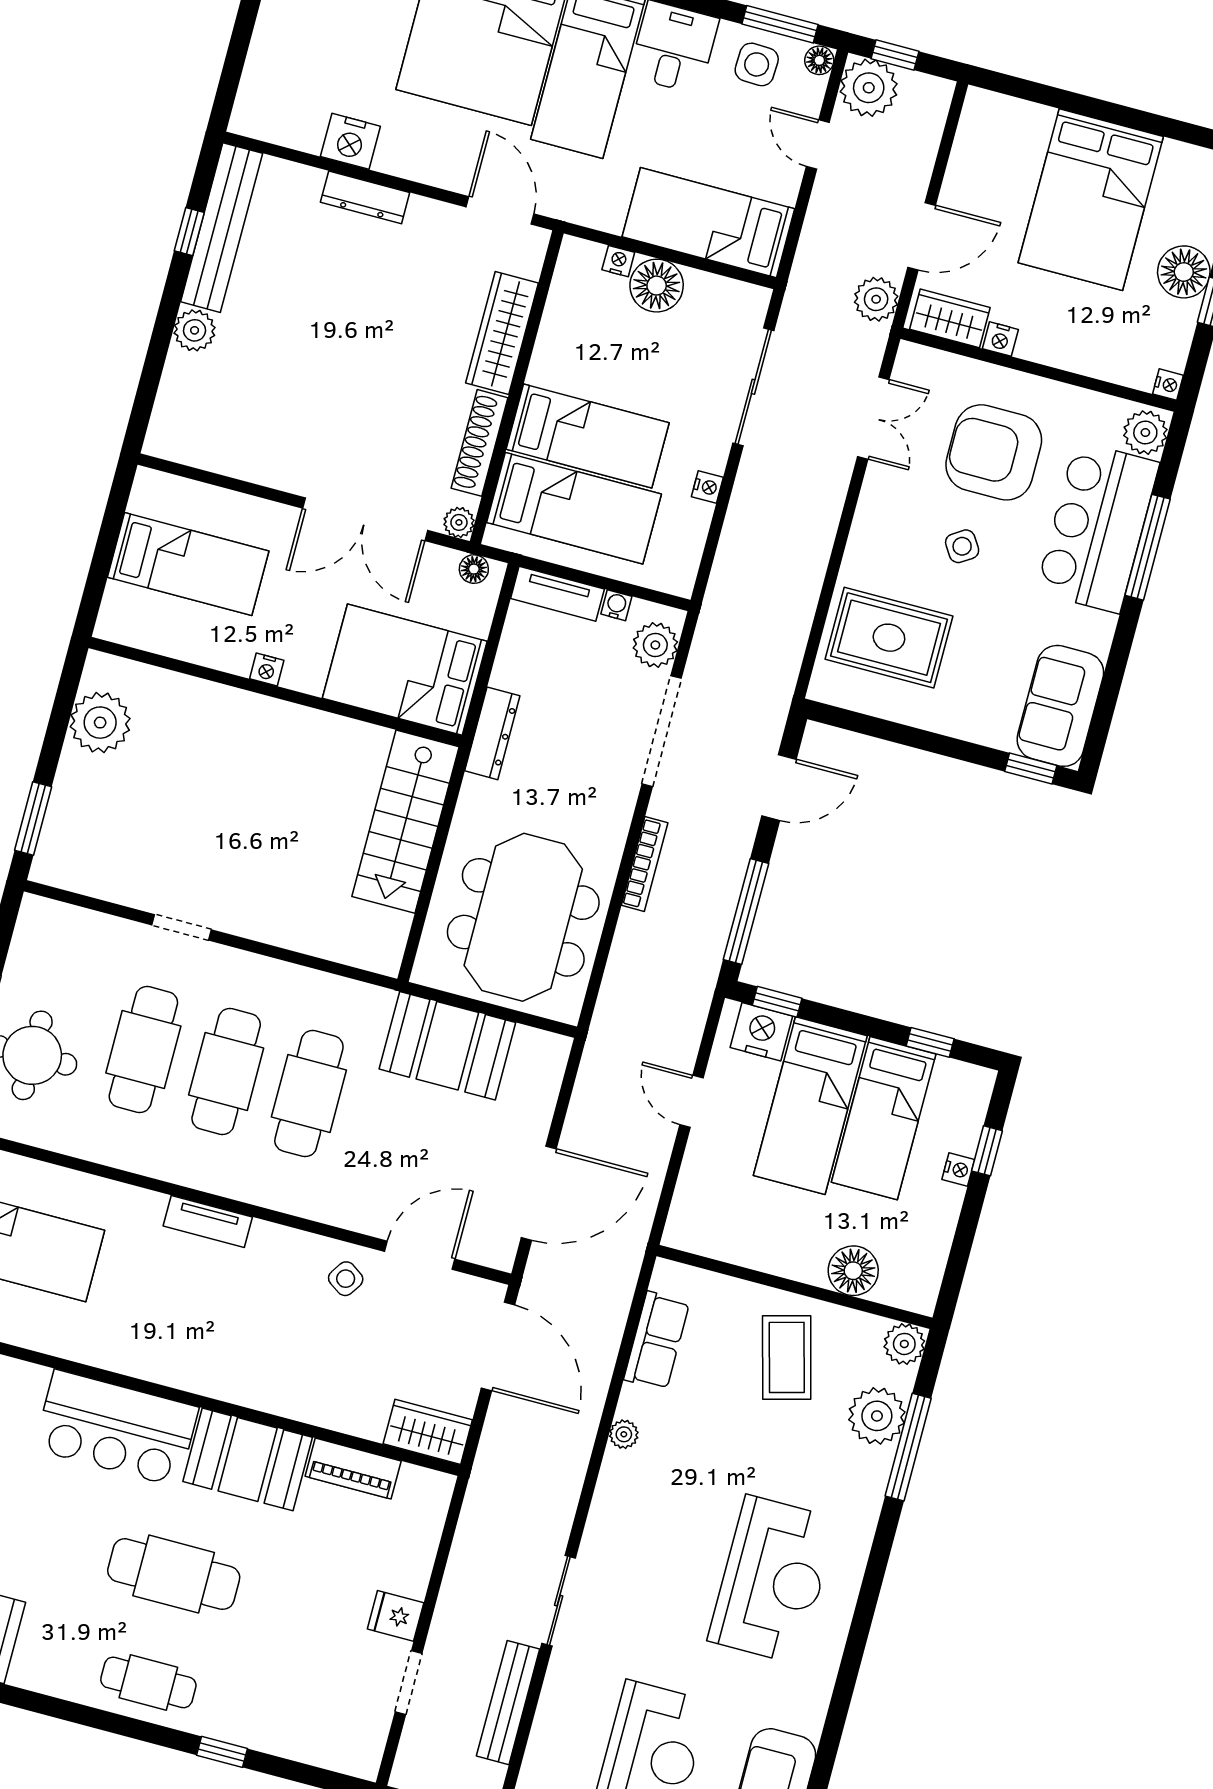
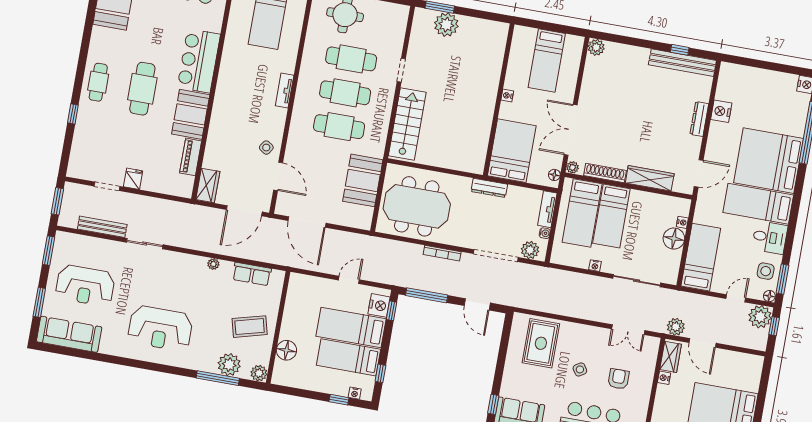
plant: (195, 330) -> (596, 47), moved
armchair: (994, 452) -> (618, 379), width x0.53, depth x0.53
plant: (100, 723) -> (446, 25), moved
stairs: (406, 822) -> (407, 124), moved, turned 90
nightstand: (958, 1169) -> (355, 393), moved

